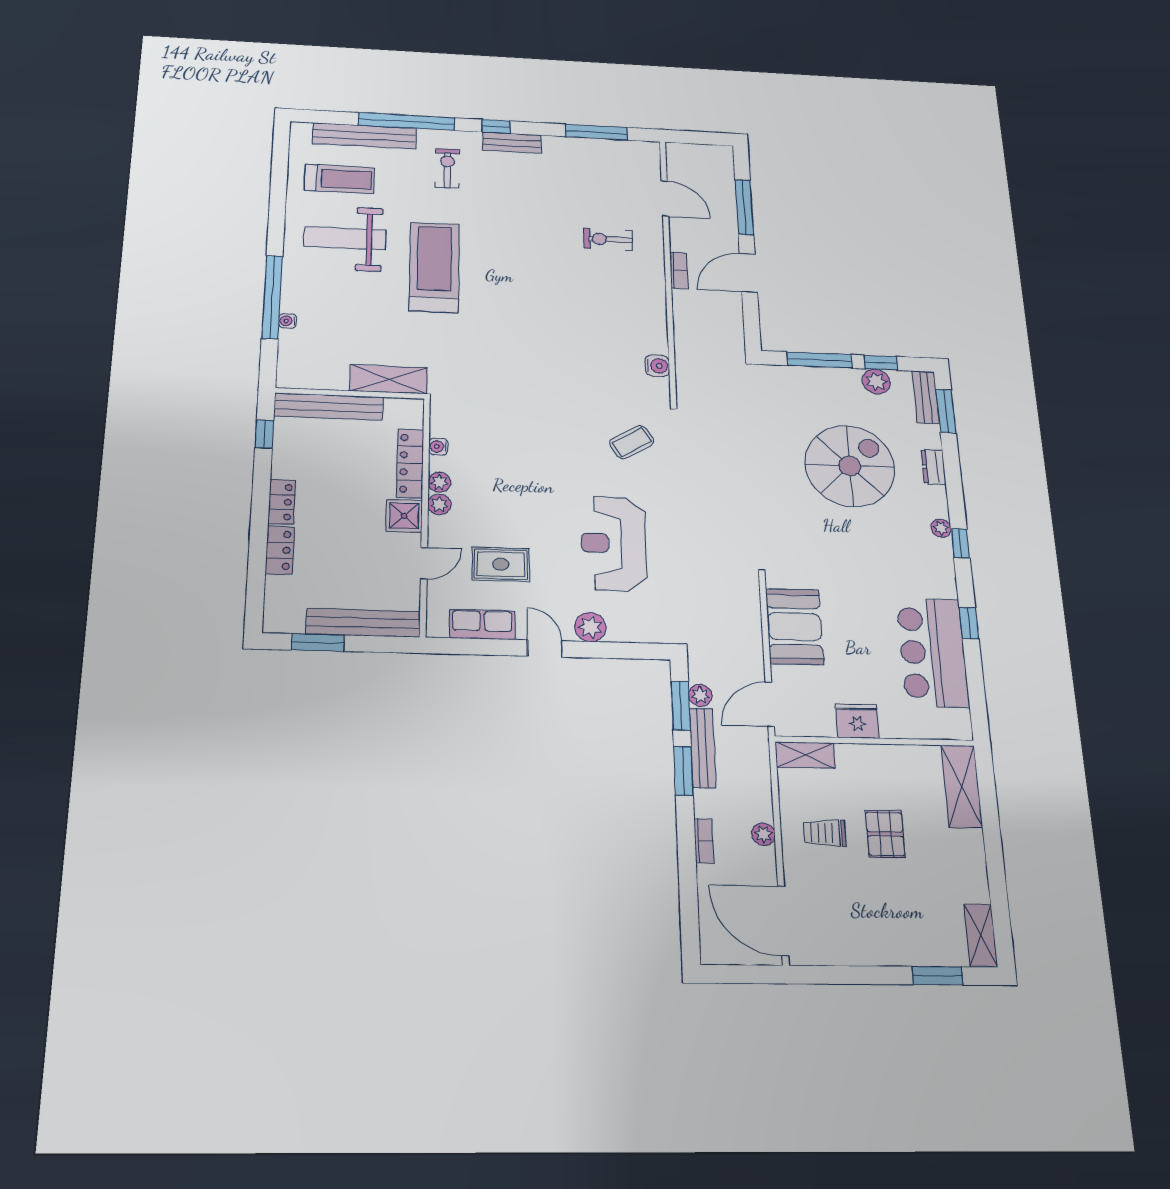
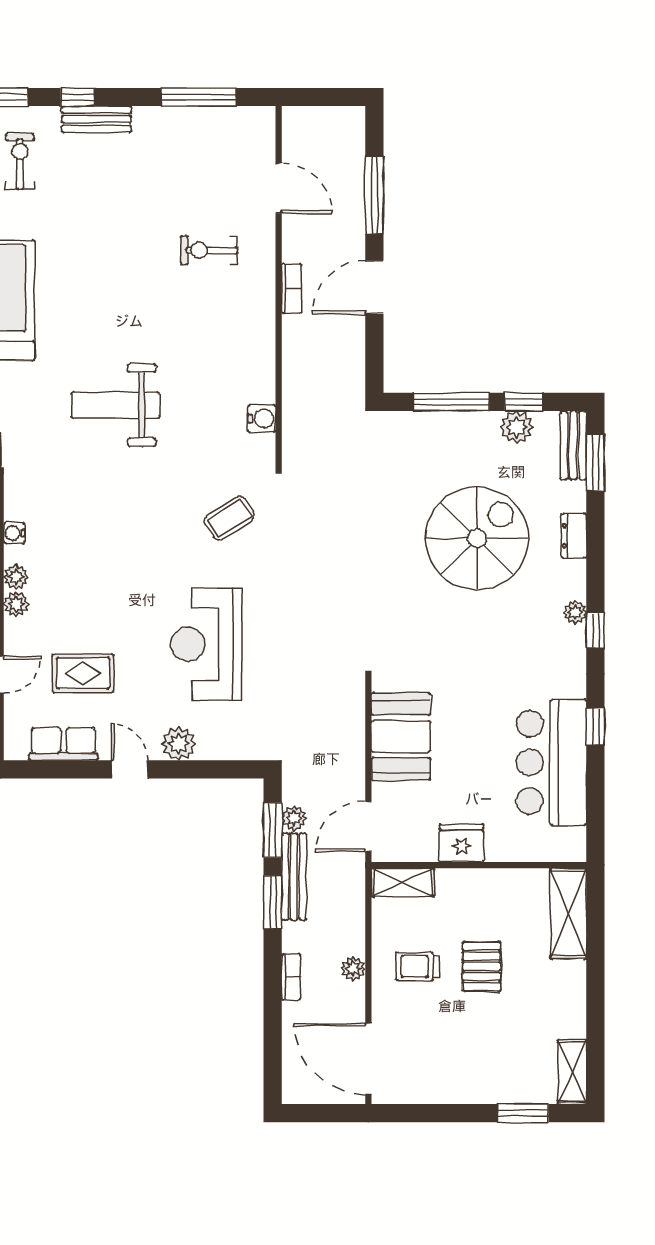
weight bench: (529, 350) -> (115, 405), added

